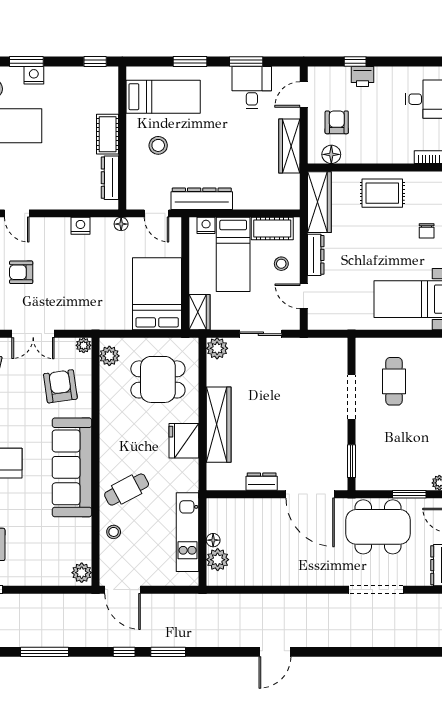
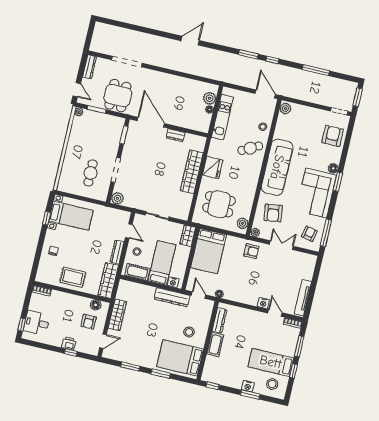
desk: (252, 87) -> (130, 352), removed
bed: (163, 97) -> (180, 358), width x1.50
nightstand: (80, 226) -> (263, 303), moved
armchair: (21, 272) -> (251, 251), moved
plant: (217, 348) -> (117, 198), moved
dining table: (378, 527) -> (118, 96), width x0.73

